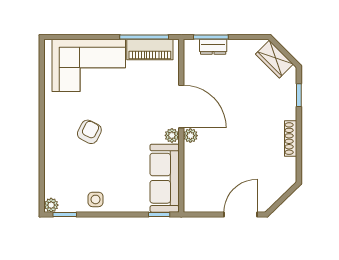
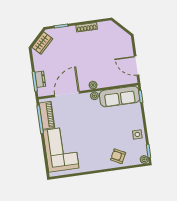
door: (181, 106) -> (67, 94), moved
armchair: (89, 132) -> (118, 156), moved
door: (240, 214) -> (136, 66), moved

